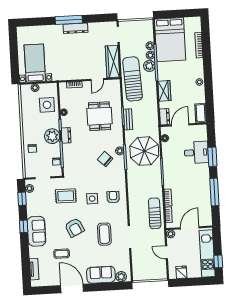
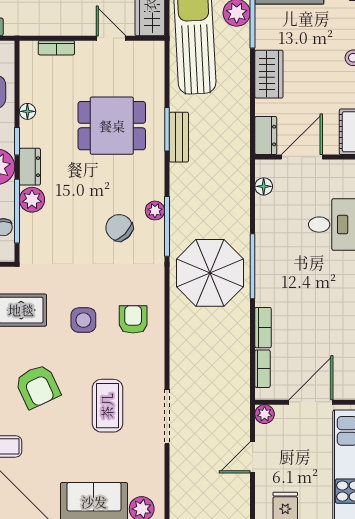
door: (97, 79) -> (111, 38), swing flipped
dining table: (100, 116) -> (112, 126), turned 90
plant: (68, 149) -> (32, 200), added
parasol: (144, 151) -> (210, 273), moved
sun lounger: (155, 213) -> (230, 363), removed
door: (167, 252) -> (253, 457), hinge flipped

